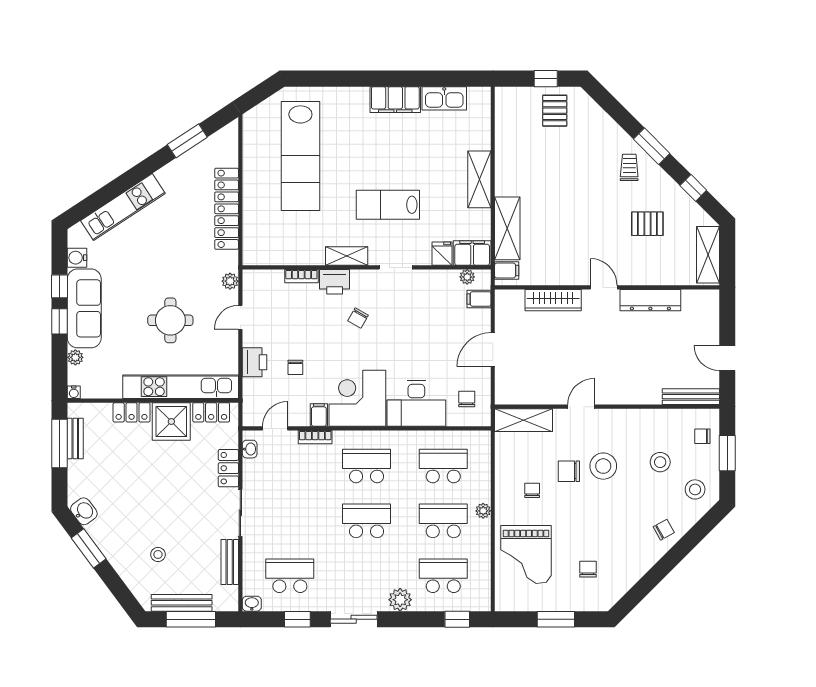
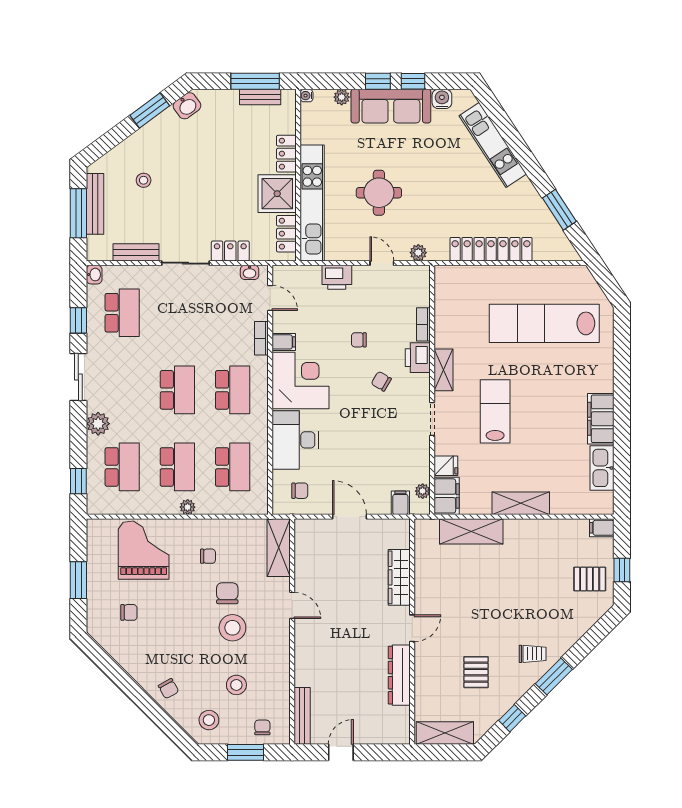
filing cabinet: (507, 271) -> (602, 528), moved, turned 90
chair: (295, 367) -> (359, 340), moved
grand piano: (526, 554) -> (144, 550), turned 90

